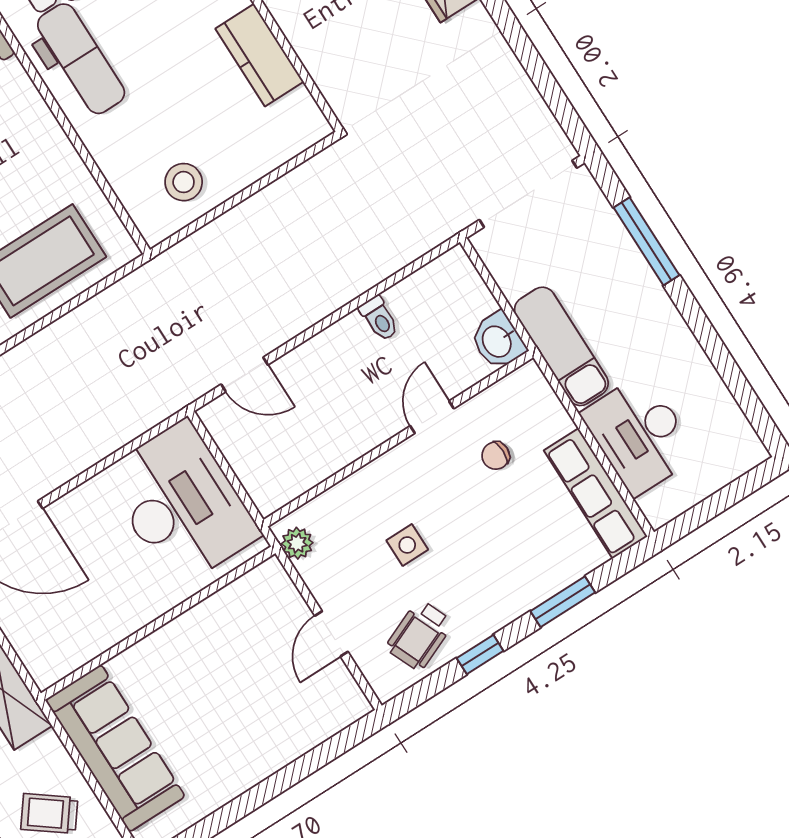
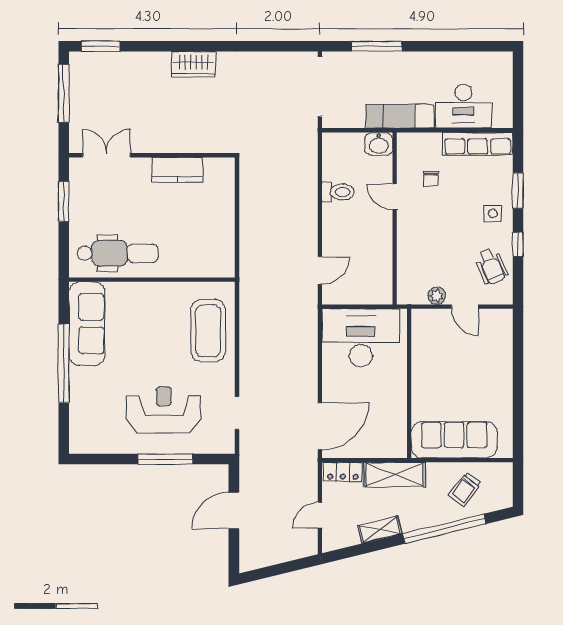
stool: (184, 182) -> (213, 242), removed
toilet: (379, 319) -> (338, 192), width x1.37, depth x1.39
plant: (297, 543) -> (437, 296), moved
side table: (407, 545) -> (493, 213), moved

